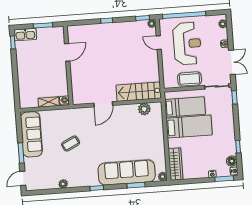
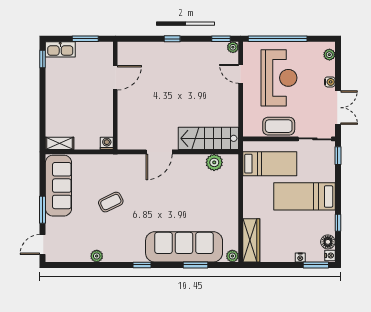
shelving: (49, 102) -> (59, 143), moved
bed: (189, 127) -> (304, 196), moved, turned 180

